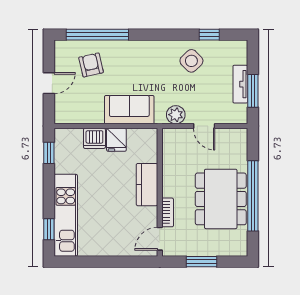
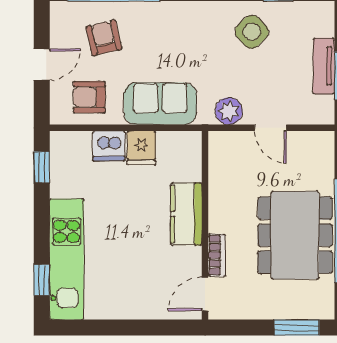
armchair: (81, 105) -> (89, 97), added
window: (201, 262) -> (297, 328), moved

